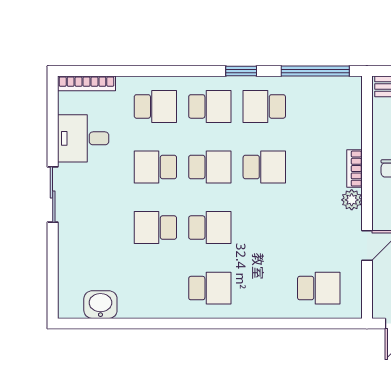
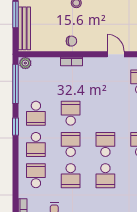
school desk: (210, 106) -> (36, 144), turned 180
plant: (352, 200) -> (25, 63), moved

